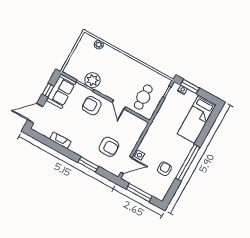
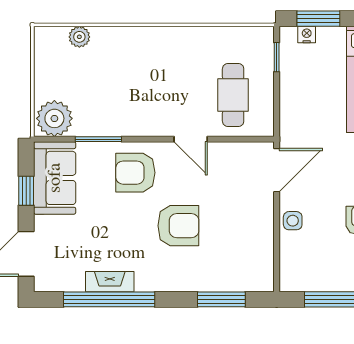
plant: (92, 80) -> (54, 118), moved
window: (56, 147) -> (109, 299), added
armchair: (109, 147) -> (178, 226), moved
window: (88, 164) -> (221, 299), moved
door: (126, 165) -> (277, 170), moved

